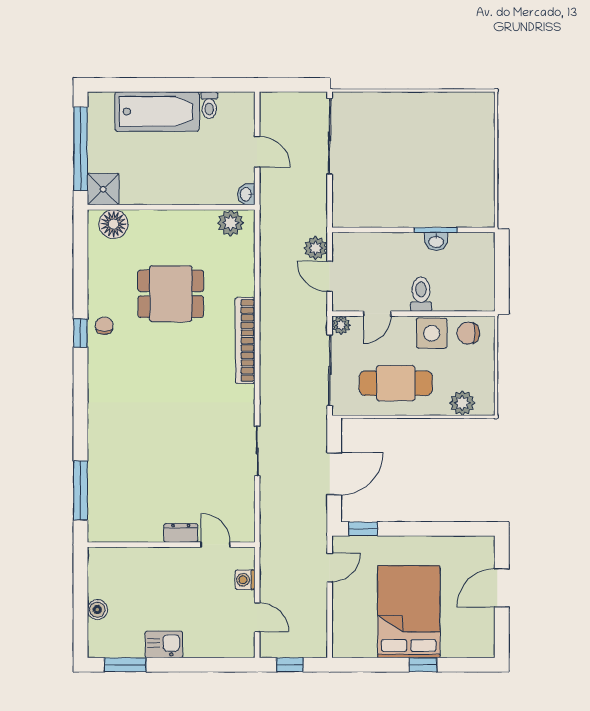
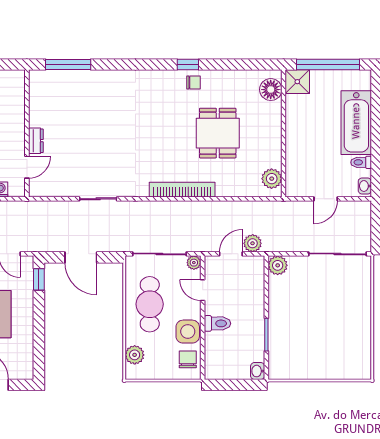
washbasin: (246, 194) -> (365, 186), moved, turned -90
plant: (345, 215) -> (278, 265), added
washbasin: (436, 241) -> (258, 371), moved

